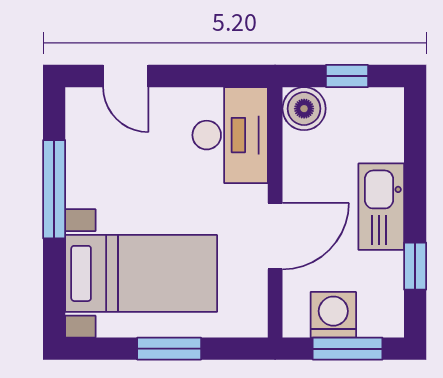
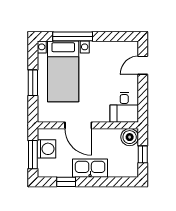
desk: (230, 135) -> (124, 107), width x0.73
window: (54, 189) -> (73, 36), moved

